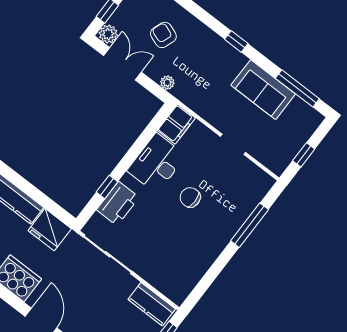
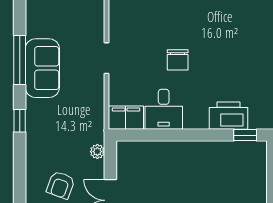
window: (297, 88) -> (20, 60), moved
desk: (157, 163) -> (164, 109), width x0.73
window: (107, 187) -> (245, 135), moved

